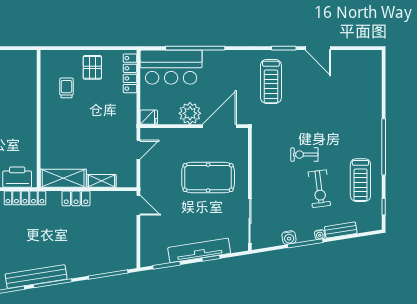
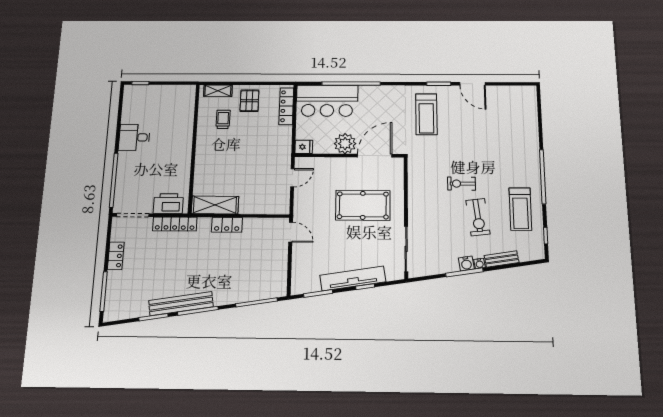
shelving: (102, 181) -> (218, 91), moved
water cooler: (289, 238) -> (466, 263), moved

